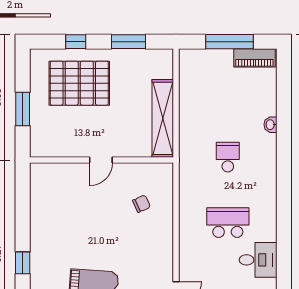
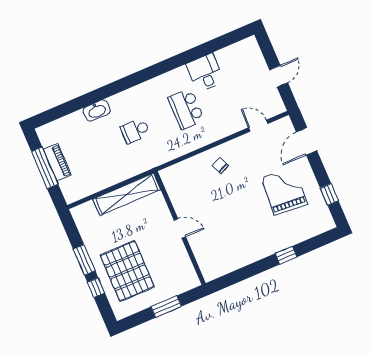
window: (129, 42) -> (84, 260), moved
piano: (254, 58) -> (57, 162), moved
washbasin: (271, 125) -> (97, 110), width x1.91, depth x1.45
chair: (141, 204) -> (220, 166), moved

